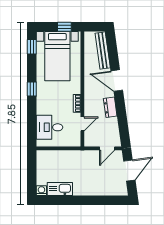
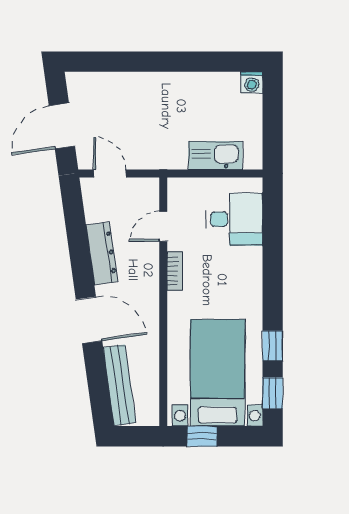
window: (32, 89) -> (273, 346), moved
dresser: (110, 107) -> (102, 253), width x1.44
door: (107, 148) -> (110, 173), hinge flipped
kitchen sink: (60, 189) -> (215, 155), moved, turned 180

